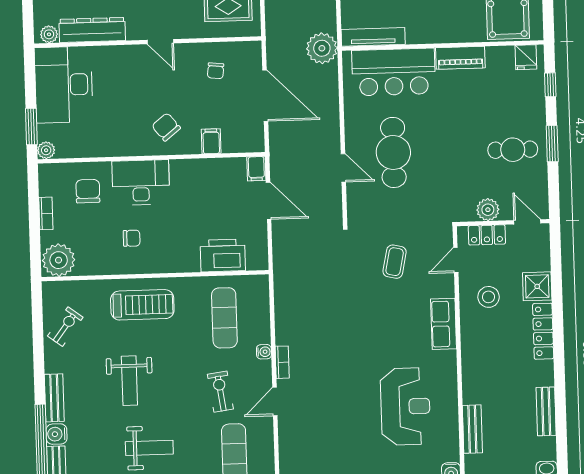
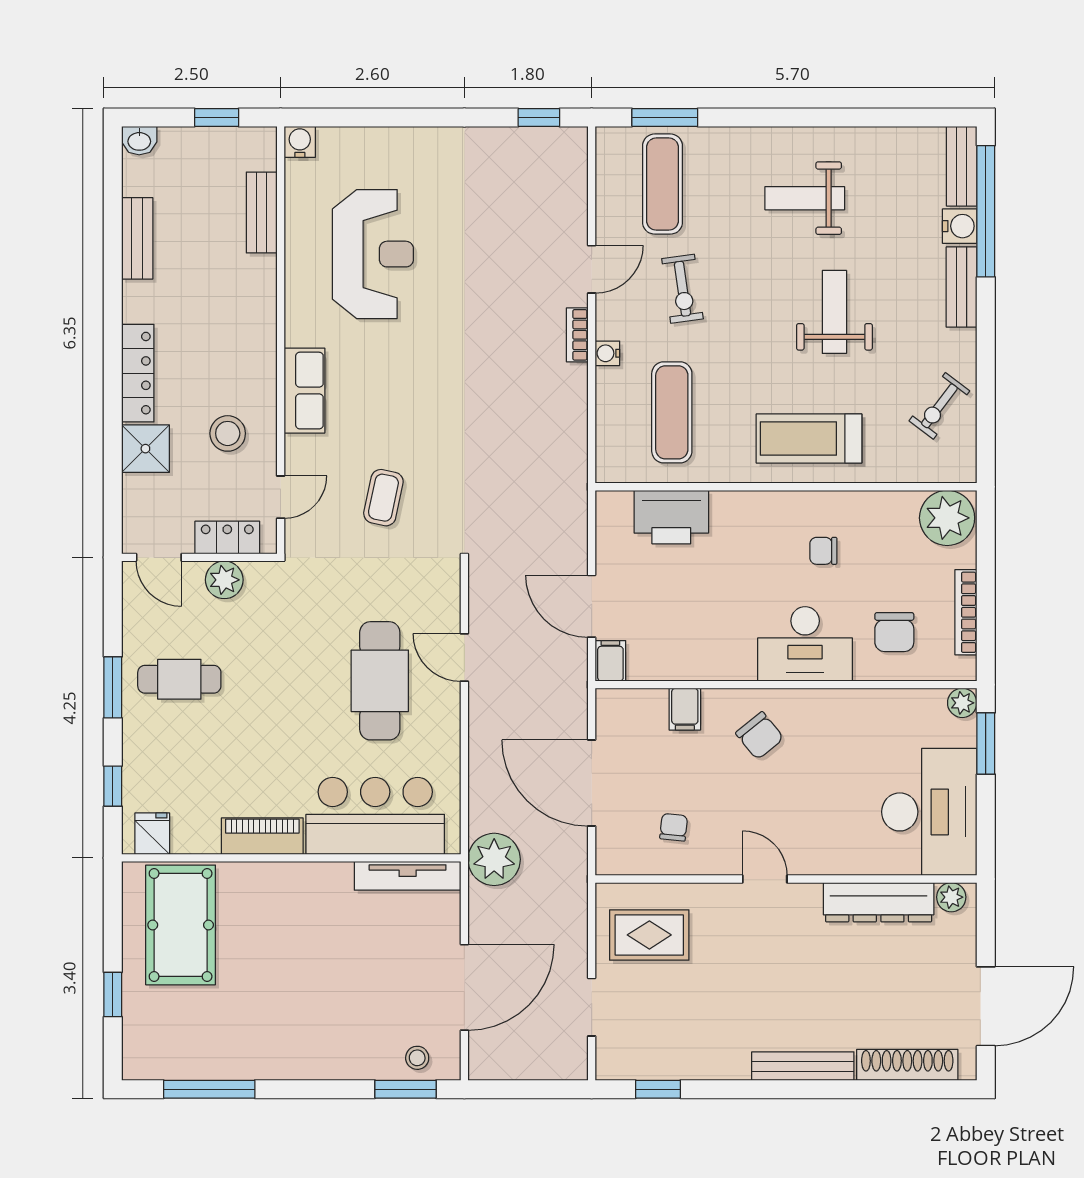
bookcase: (46, 213) -> (966, 612), width x1.56
reception desk: (405, 406) -> (373, 254), turned 180

